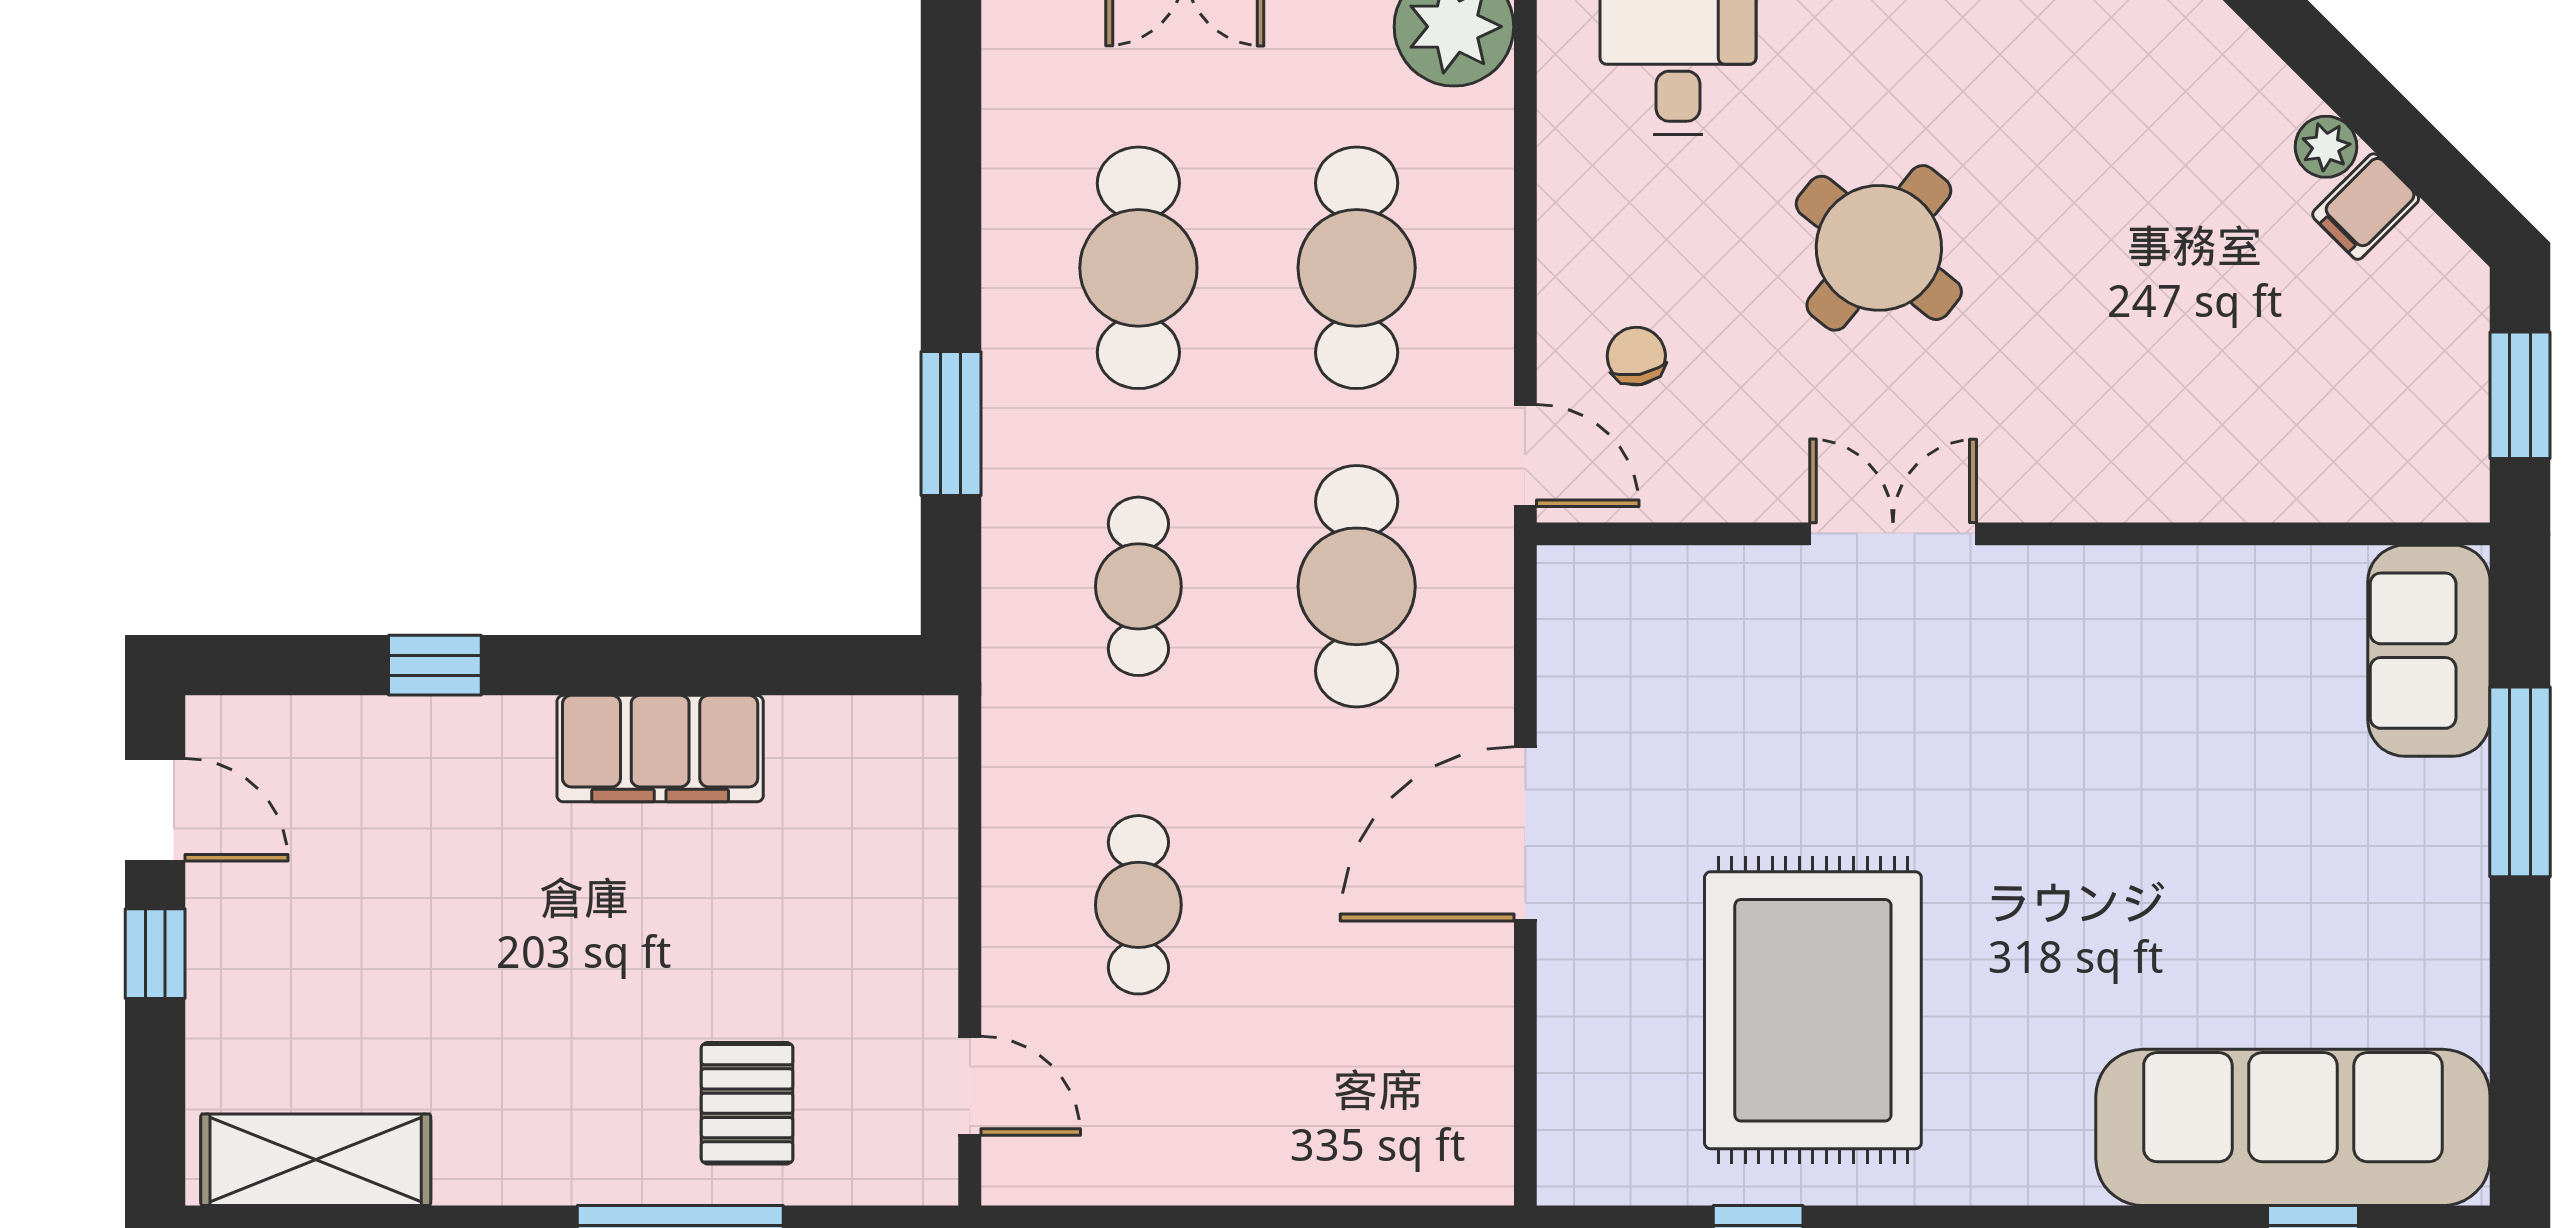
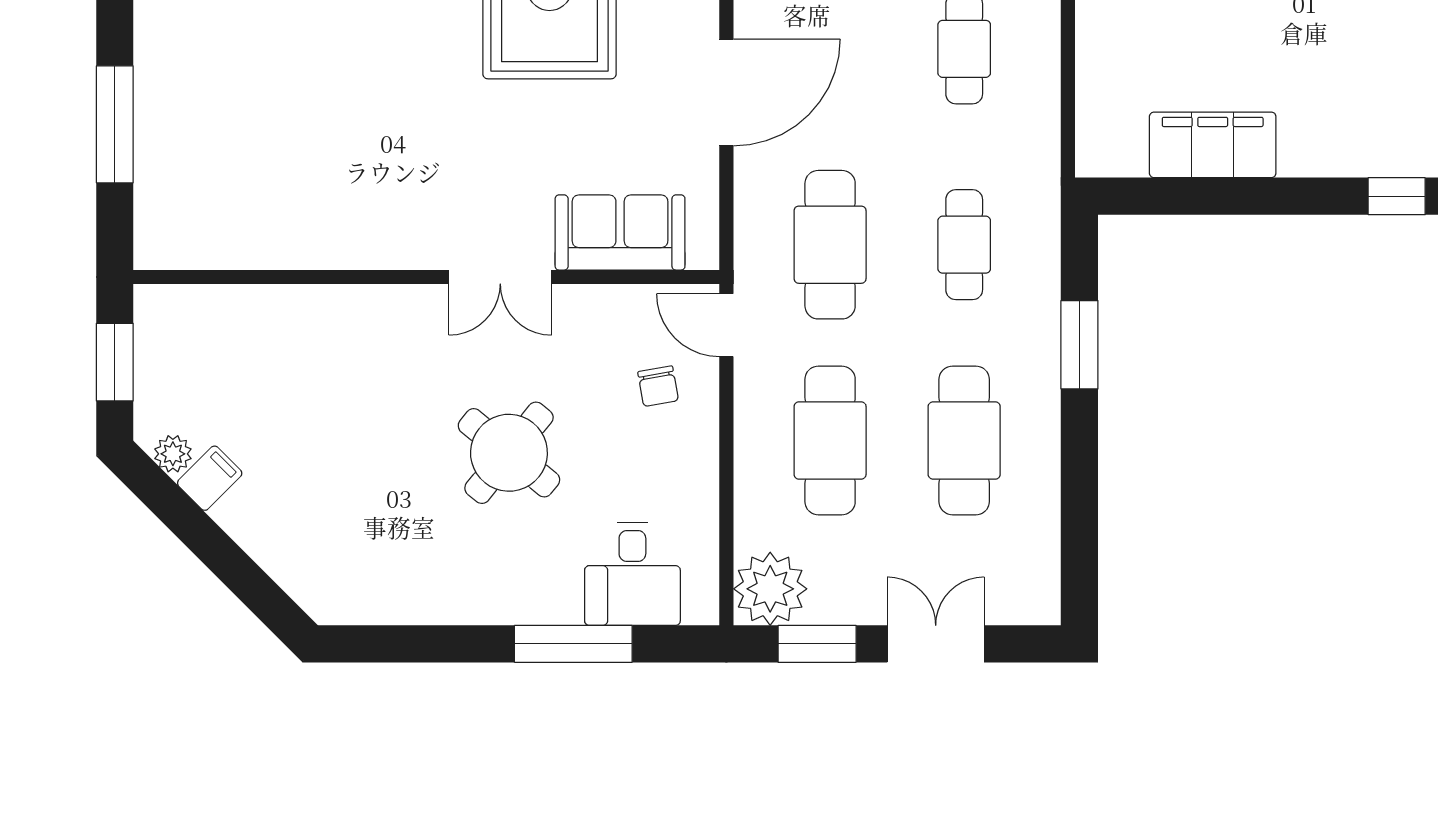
plant: (2326, 147) -> (173, 454), moved
sofa: (2429, 651) -> (620, 232), moved, turned -90
filing cabinet: (660, 749) -> (1213, 145), moved

